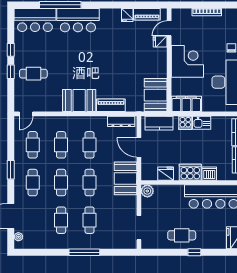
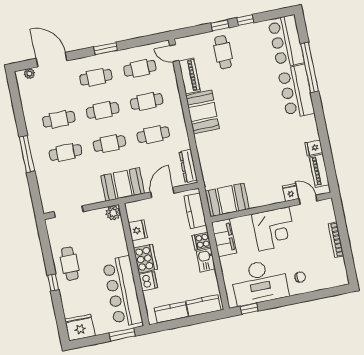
piano: (111, 105) -> (189, 76), moved

